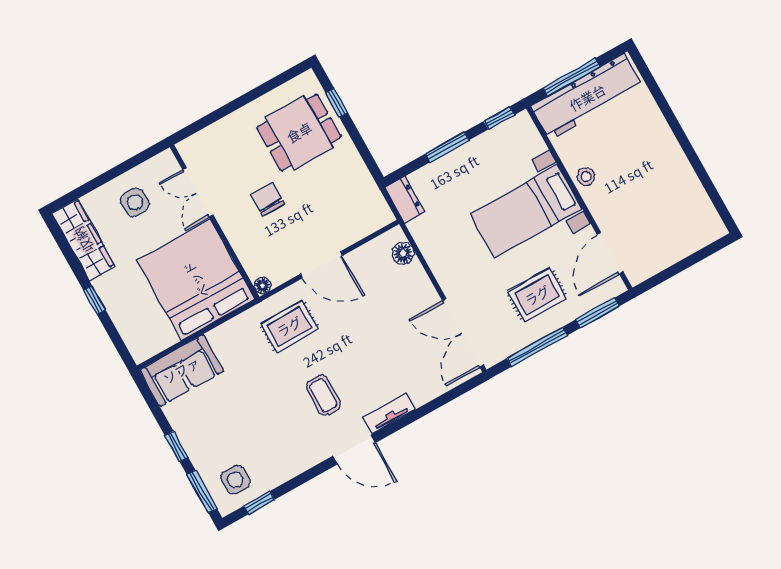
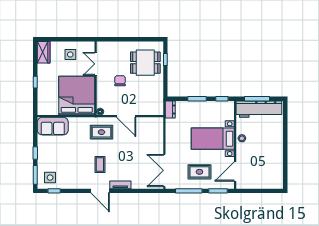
wardrobe: (83, 240) -> (44, 52), width x0.67
floor lamp: (403, 253) -> (159, 129), removed

